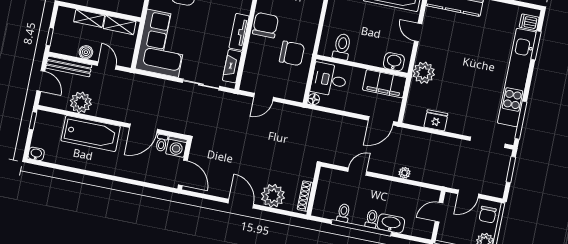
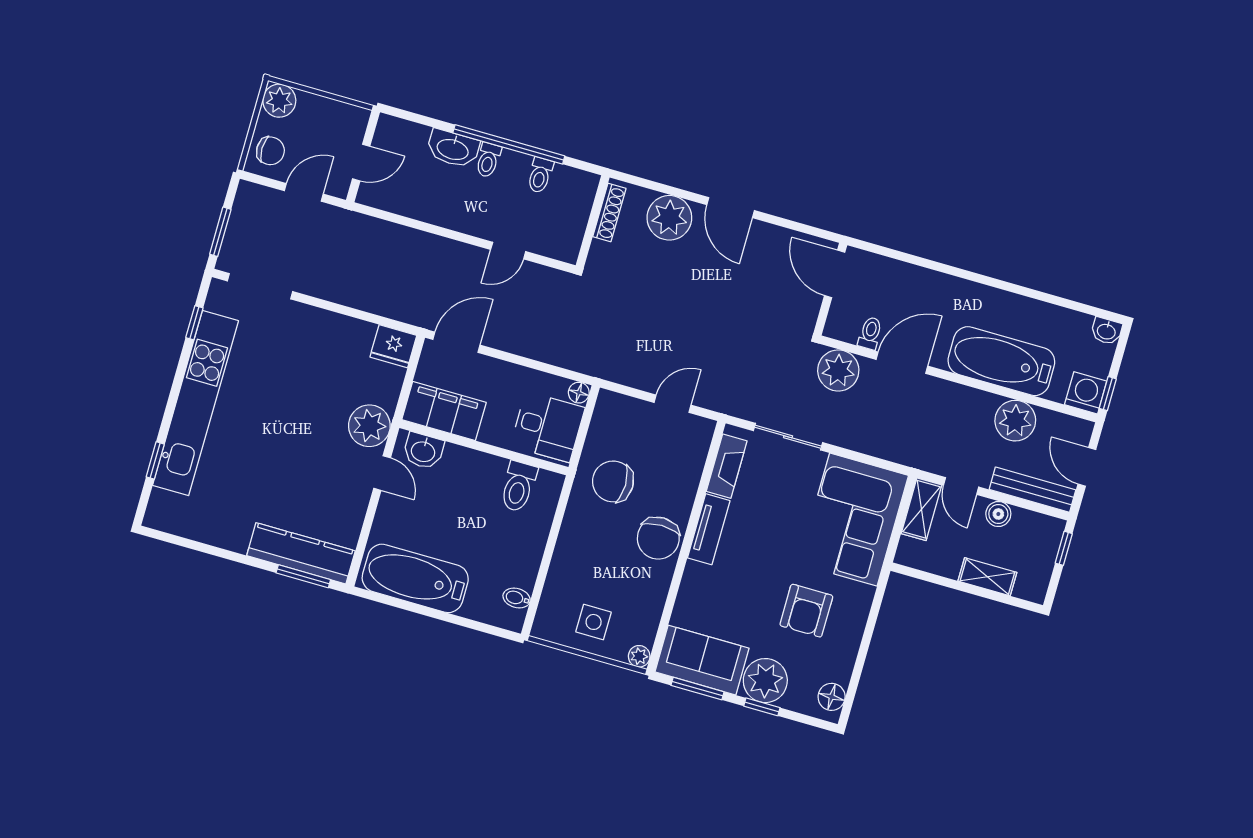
dishwasher: (529, 22) -> (164, 505), removed
shelving: (120, 25) -> (921, 509), moved, turned 90
door: (418, 32) -> (382, 473), moved
window: (536, 45) -> (155, 460), width x0.67
fridge: (436, 120) -> (393, 346), moved
window: (521, 120) -> (194, 323), width x0.46
washing machine: (176, 147) -> (1086, 393), moved
plant: (404, 173) -> (838, 370), moved, width x1.88, depth x1.88
chair: (488, 215) -> (270, 151), turned 90

